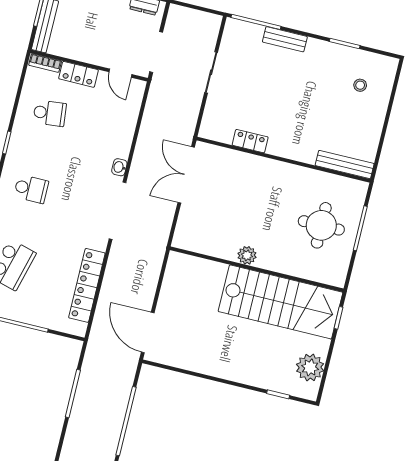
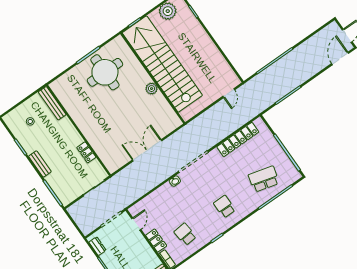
bench: (285, 39) -> (40, 164), moved
locker: (250, 141) -> (86, 152), moved
wall: (283, 160) -> (79, 130), moved
bench: (345, 165) -> (52, 103), moved
double door: (186, 175) -> (147, 150), swing flipped
round table: (321, 225) -> (105, 72), width x1.36, depth x1.36
stairs: (281, 302) -> (162, 64), width x1.36
door: (148, 333) -> (229, 93), width x0.53

